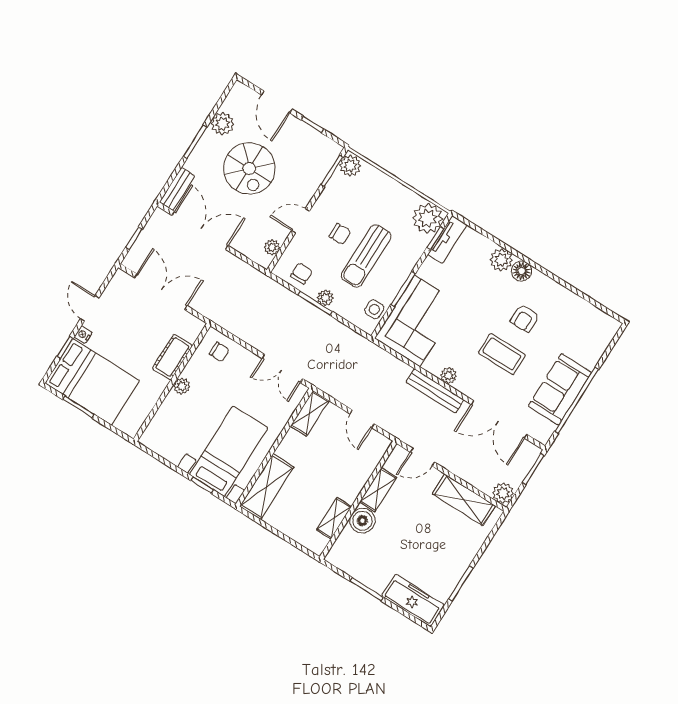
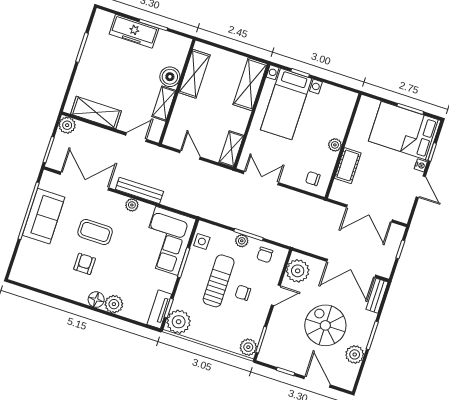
plant: (272, 247) -> (298, 271), width x1.87, depth x1.87
shelving: (334, 518) -> (194, 74), width x1.50, depth x1.33
freezer: (413, 600) -> (134, 31), moved

